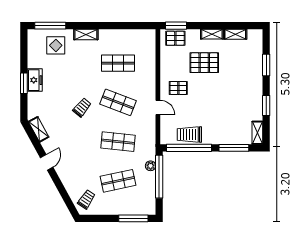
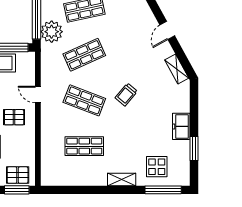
window: (24, 83) -> (194, 149), moved
shop shelf: (118, 142) -> (84, 55), turned -30
plant: (151, 166) -> (52, 32), width x1.87, depth x1.87

